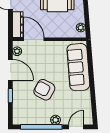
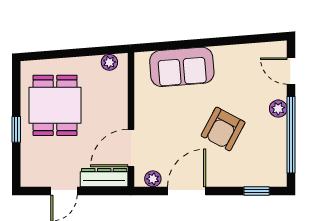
sofa: (78, 67) -> (182, 67), width x0.73
window: (10, 96) -> (257, 191), moved

